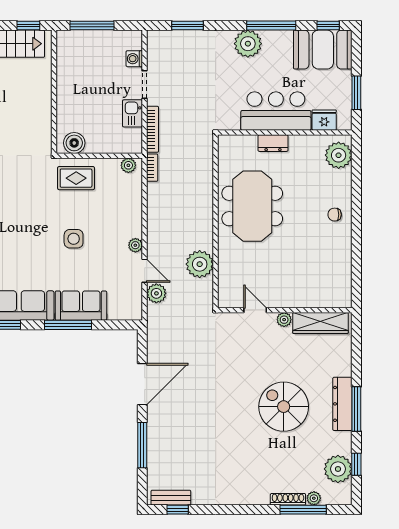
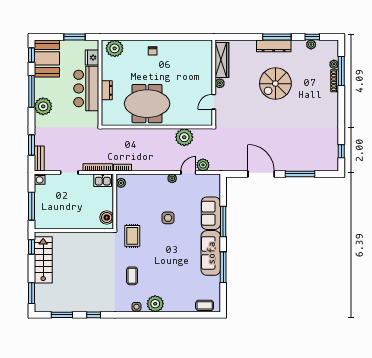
washing machine: (134, 59) -> (40, 179), moved
kitchen sink: (132, 113) -> (103, 180), moved
rug: (76, 178) -> (132, 236), moved
plant: (338, 469) -> (311, 45), width x0.53, depth x0.53
bench: (171, 498) -> (39, 158), moved

